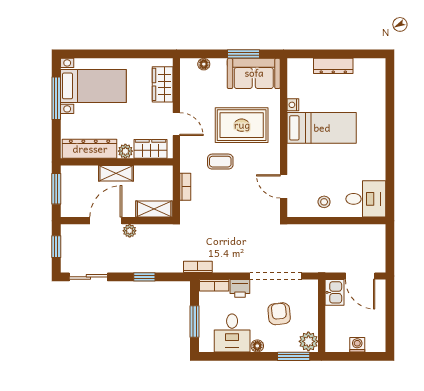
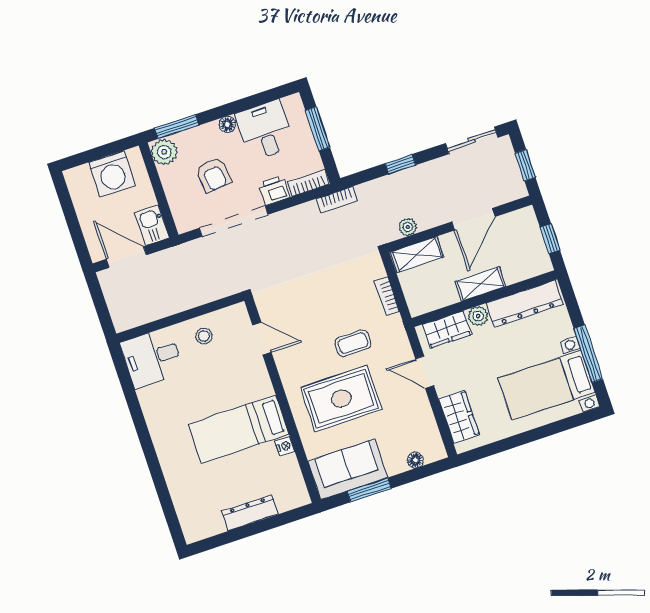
window: (56, 189) -> (550, 239), width x0.67
plant: (130, 231) -> (408, 227), moved
washing machine: (357, 345) -> (112, 174), width x1.89, depth x1.89

